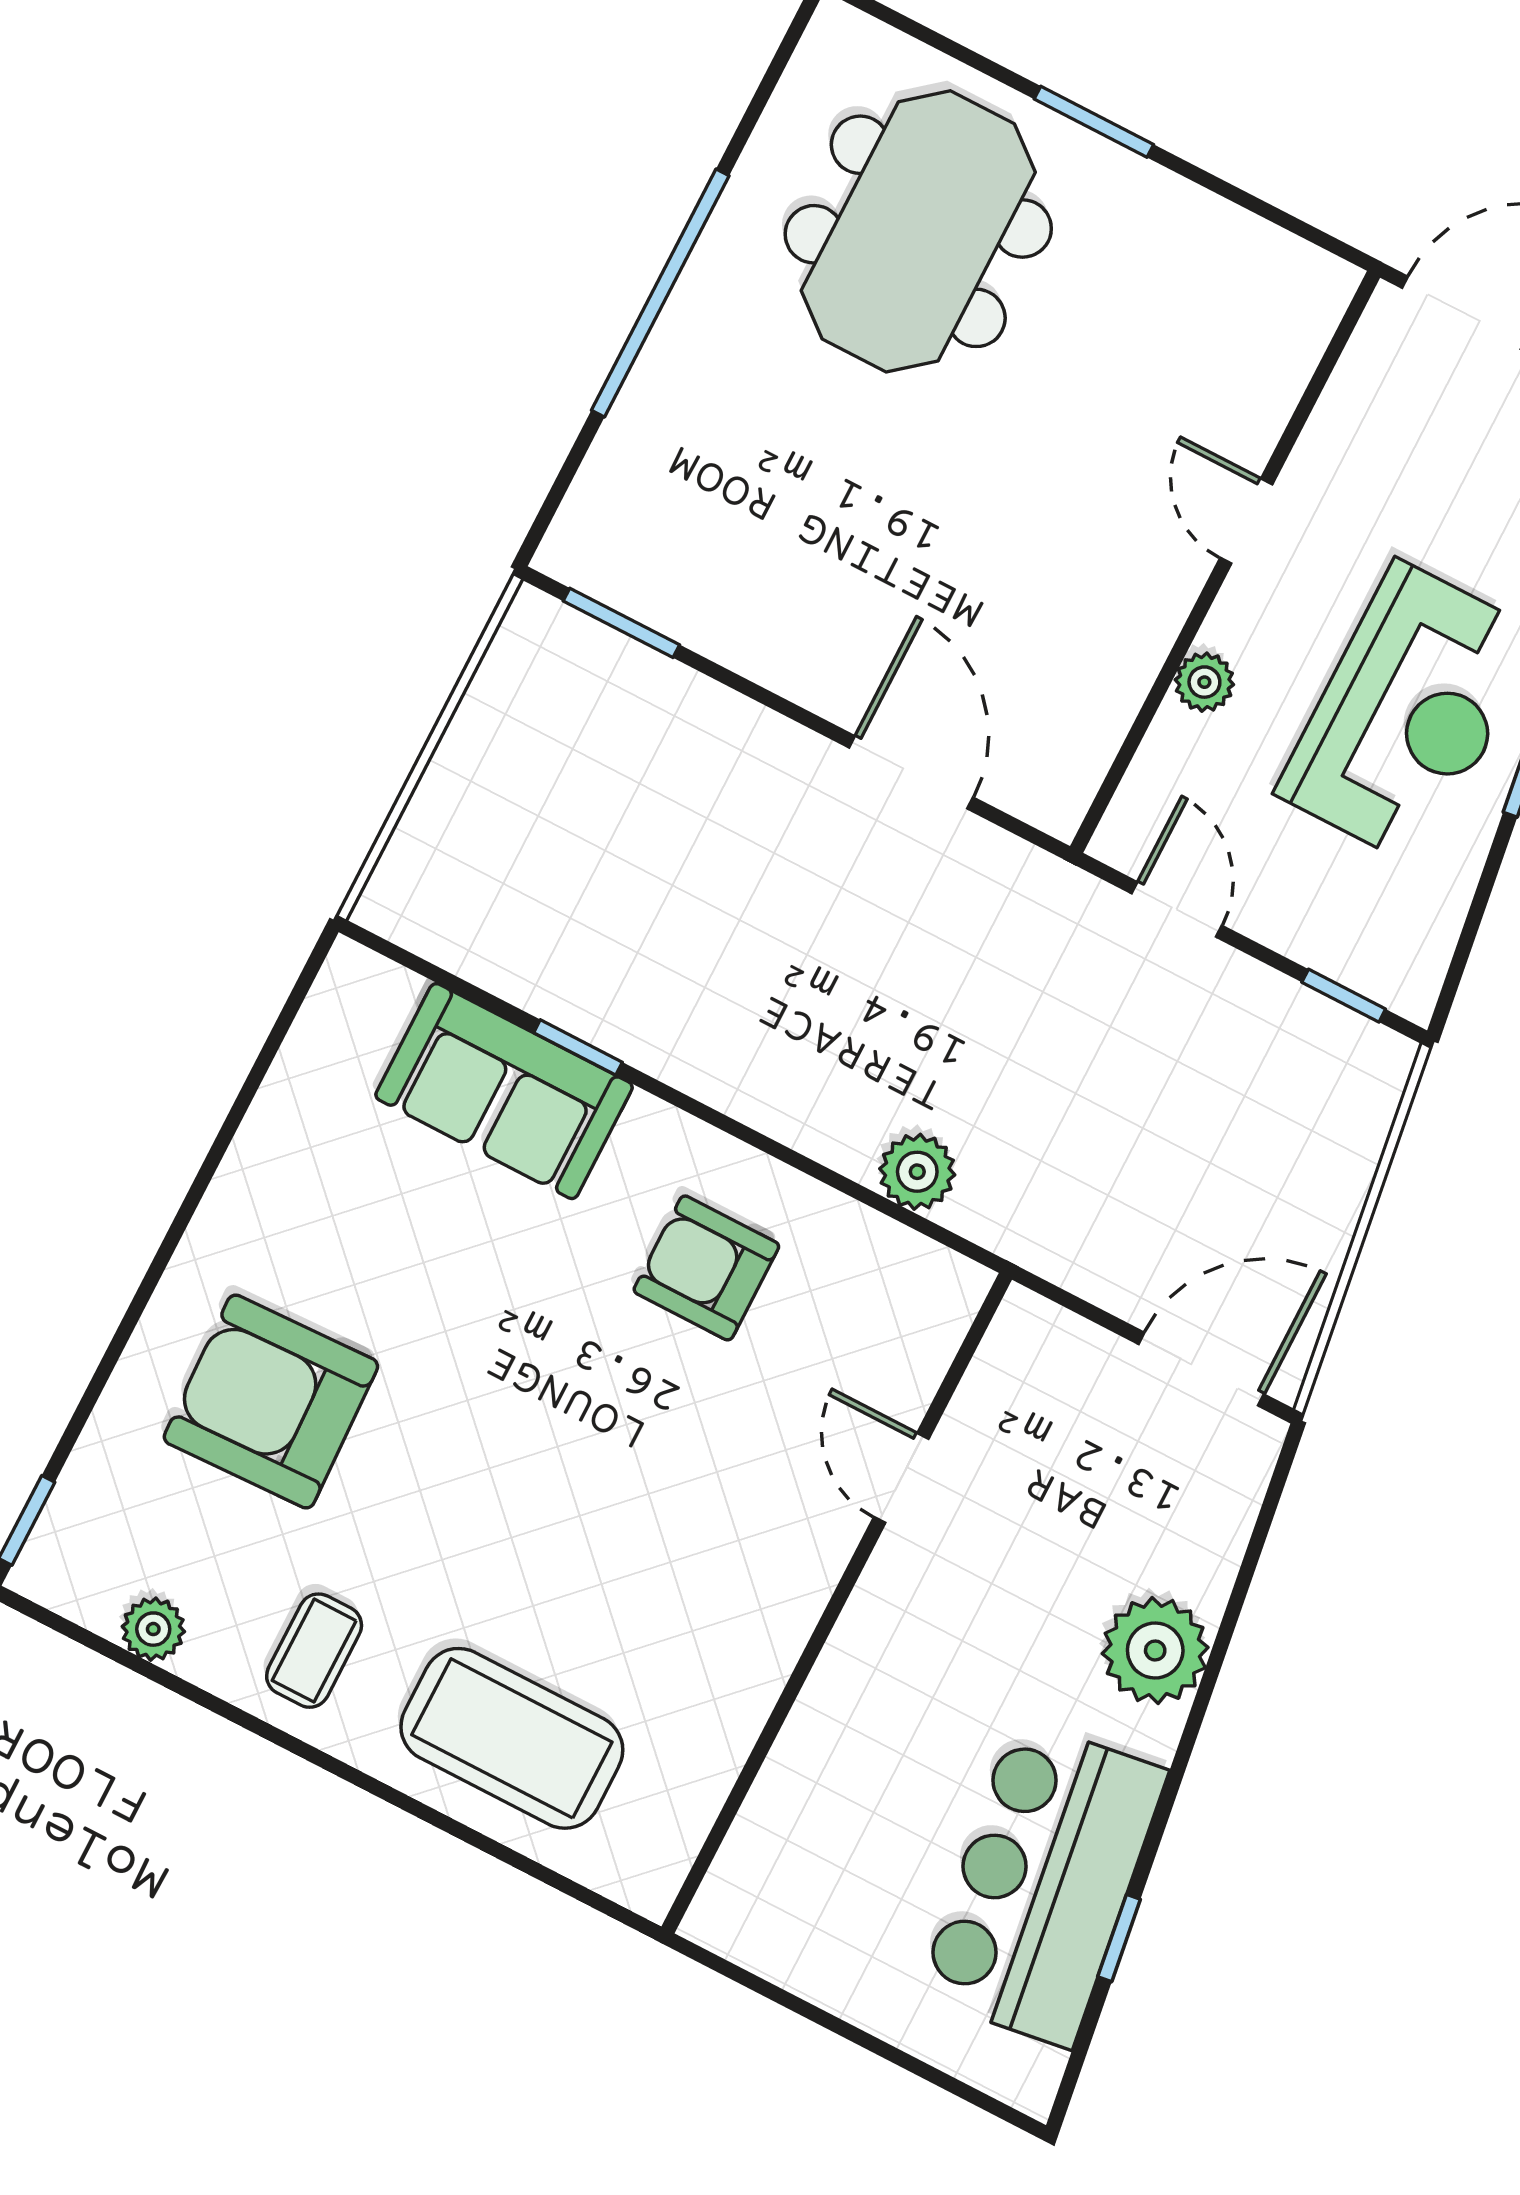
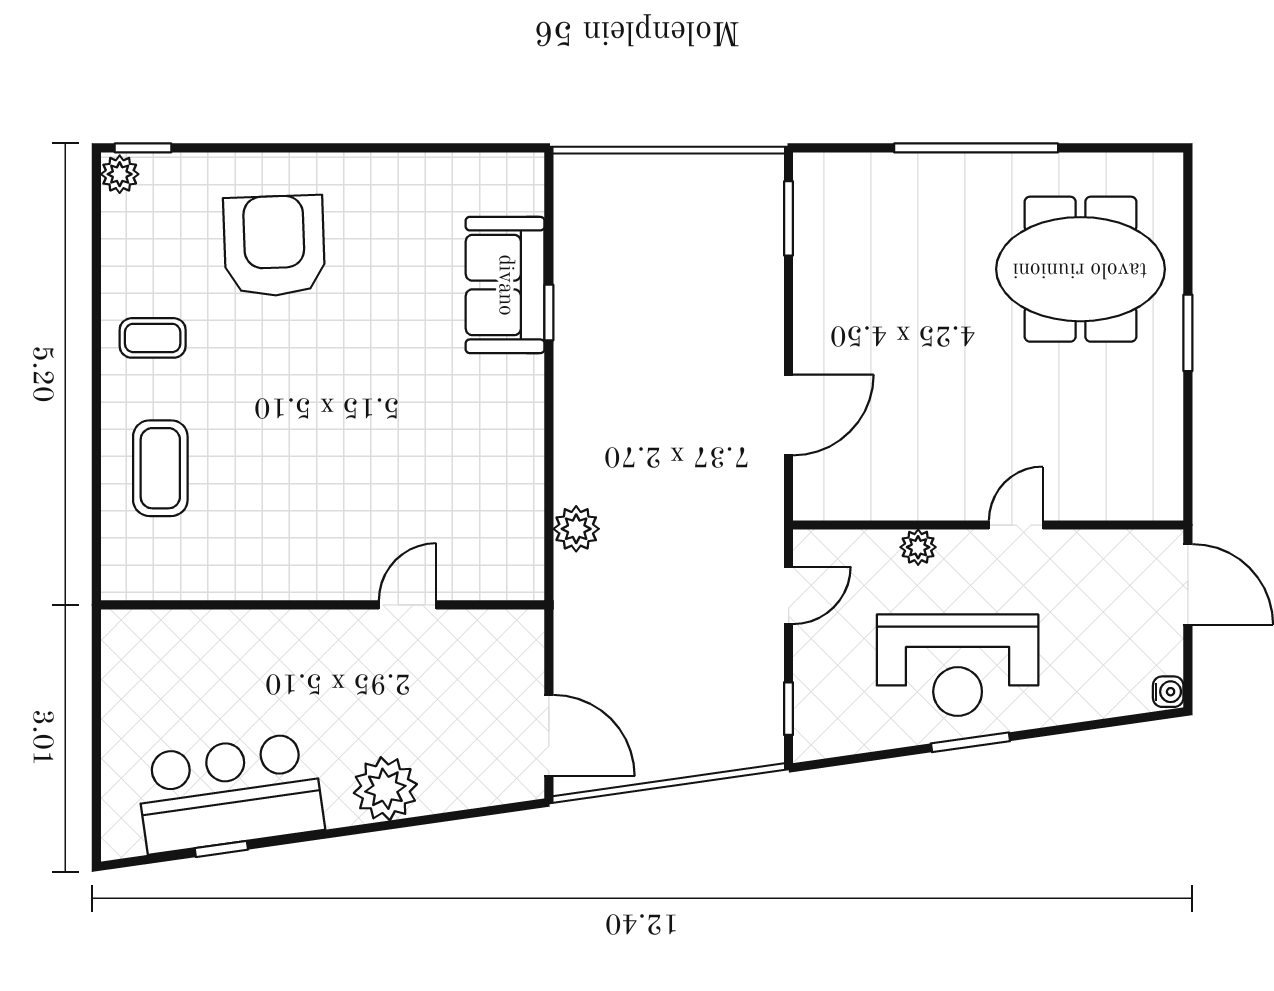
armchair: (706, 1268) -> (466, 442), removed
plant: (153, 1629) -> (120, 174), moved
coffee table: (512, 1738) -> (160, 468), width x0.73, depth x0.76

